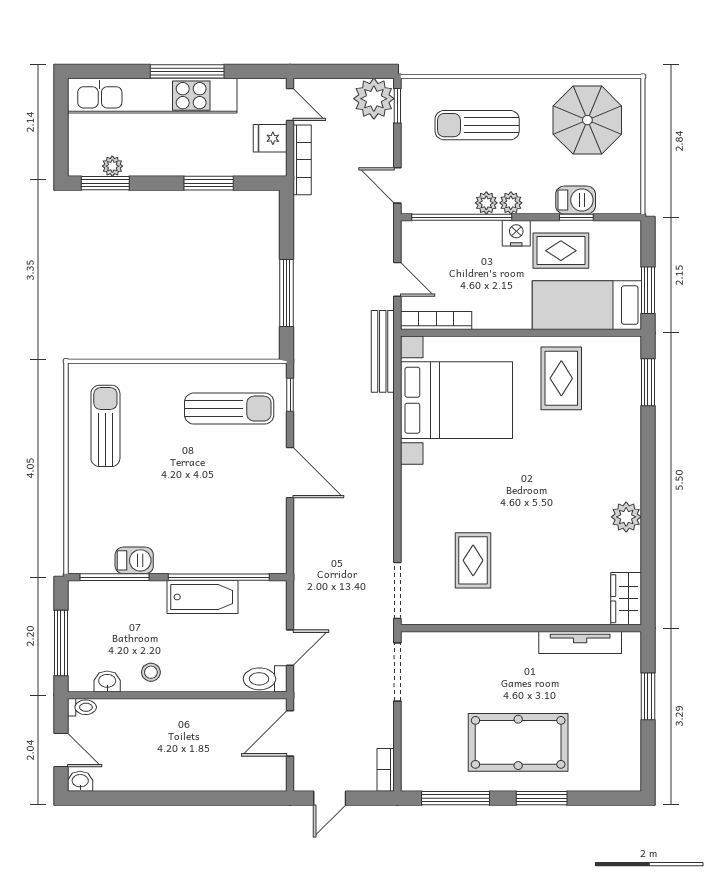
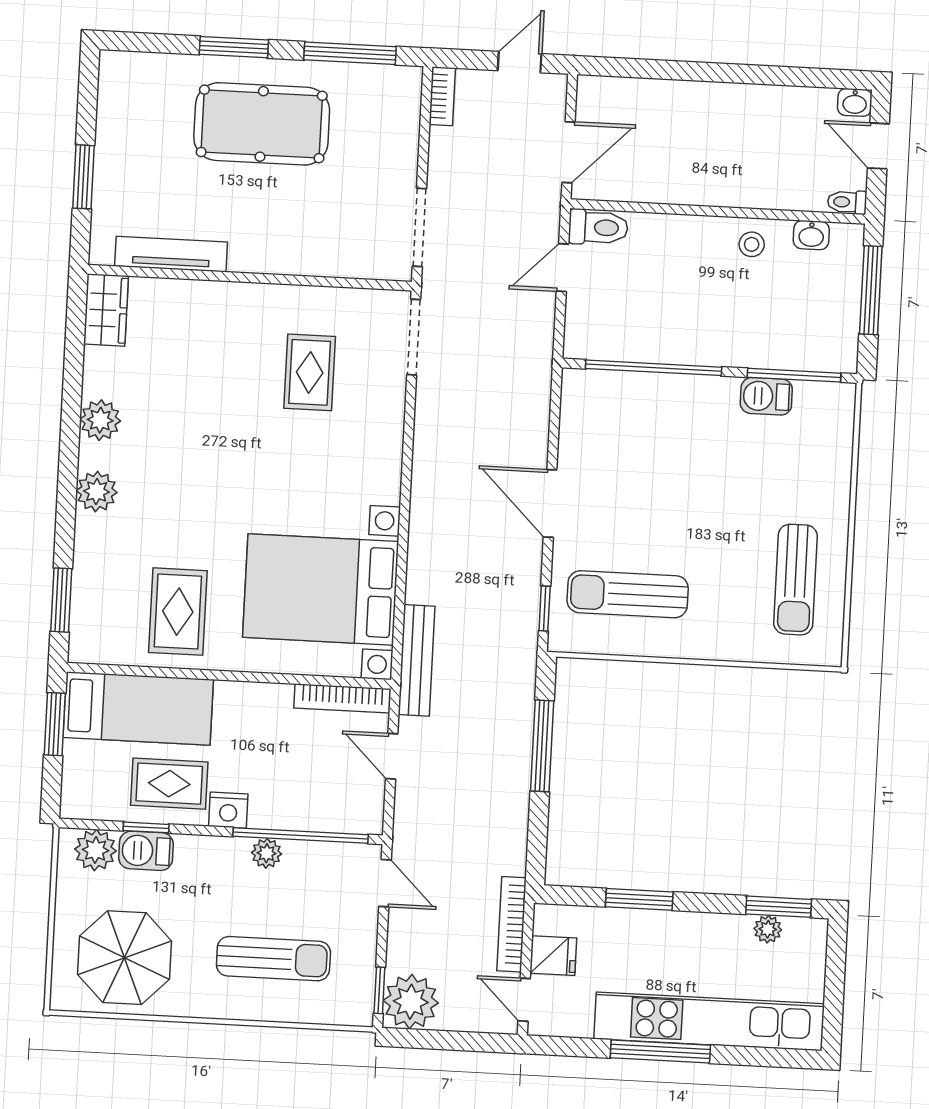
plant: (511, 203) -> (95, 850), moved, width x1.38, depth x1.38
plant: (626, 464) -> (97, 492), added
bathtub: (203, 597) -> (677, 342), removed

